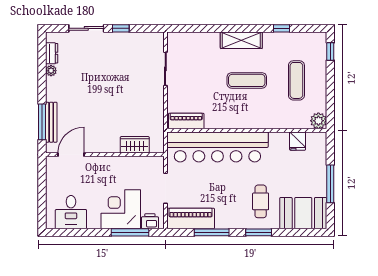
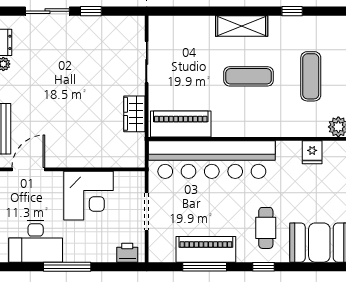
piano: (186, 121) -> (181, 124), width x1.37, depth x1.33
wardrobe: (135, 145) -> (134, 114), moved, turned -90
corner desk: (121, 209) -> (88, 196), moved, turned 180
desk: (71, 212) -> (36, 241), width x1.37
piano: (191, 219) -> (206, 249), moved
window: (130, 232) -> (67, 267), moved
window: (259, 232) -> (263, 267), width x0.67

